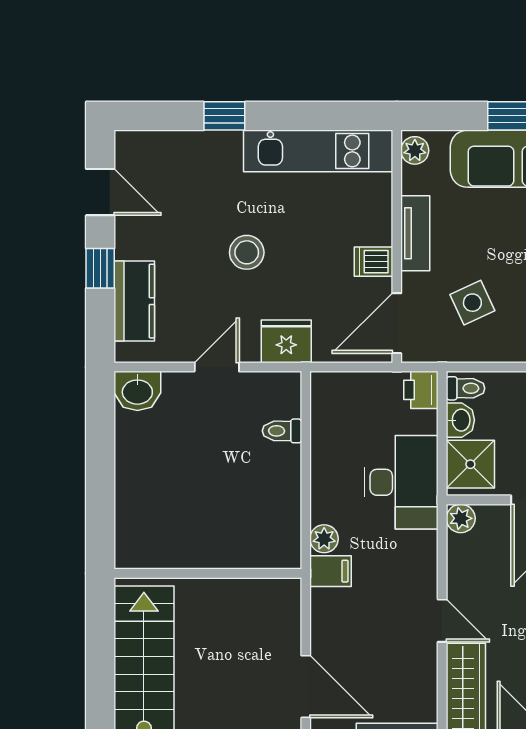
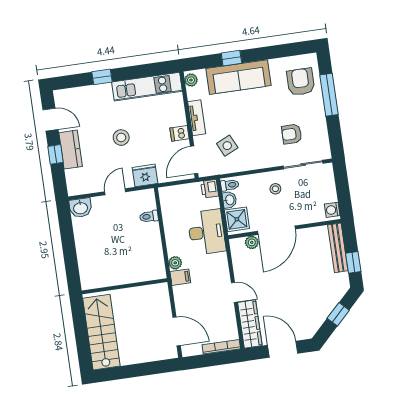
kitchen counter: (134, 301) -> (71, 150), moved
plant: (461, 518) -> (252, 242), moved

